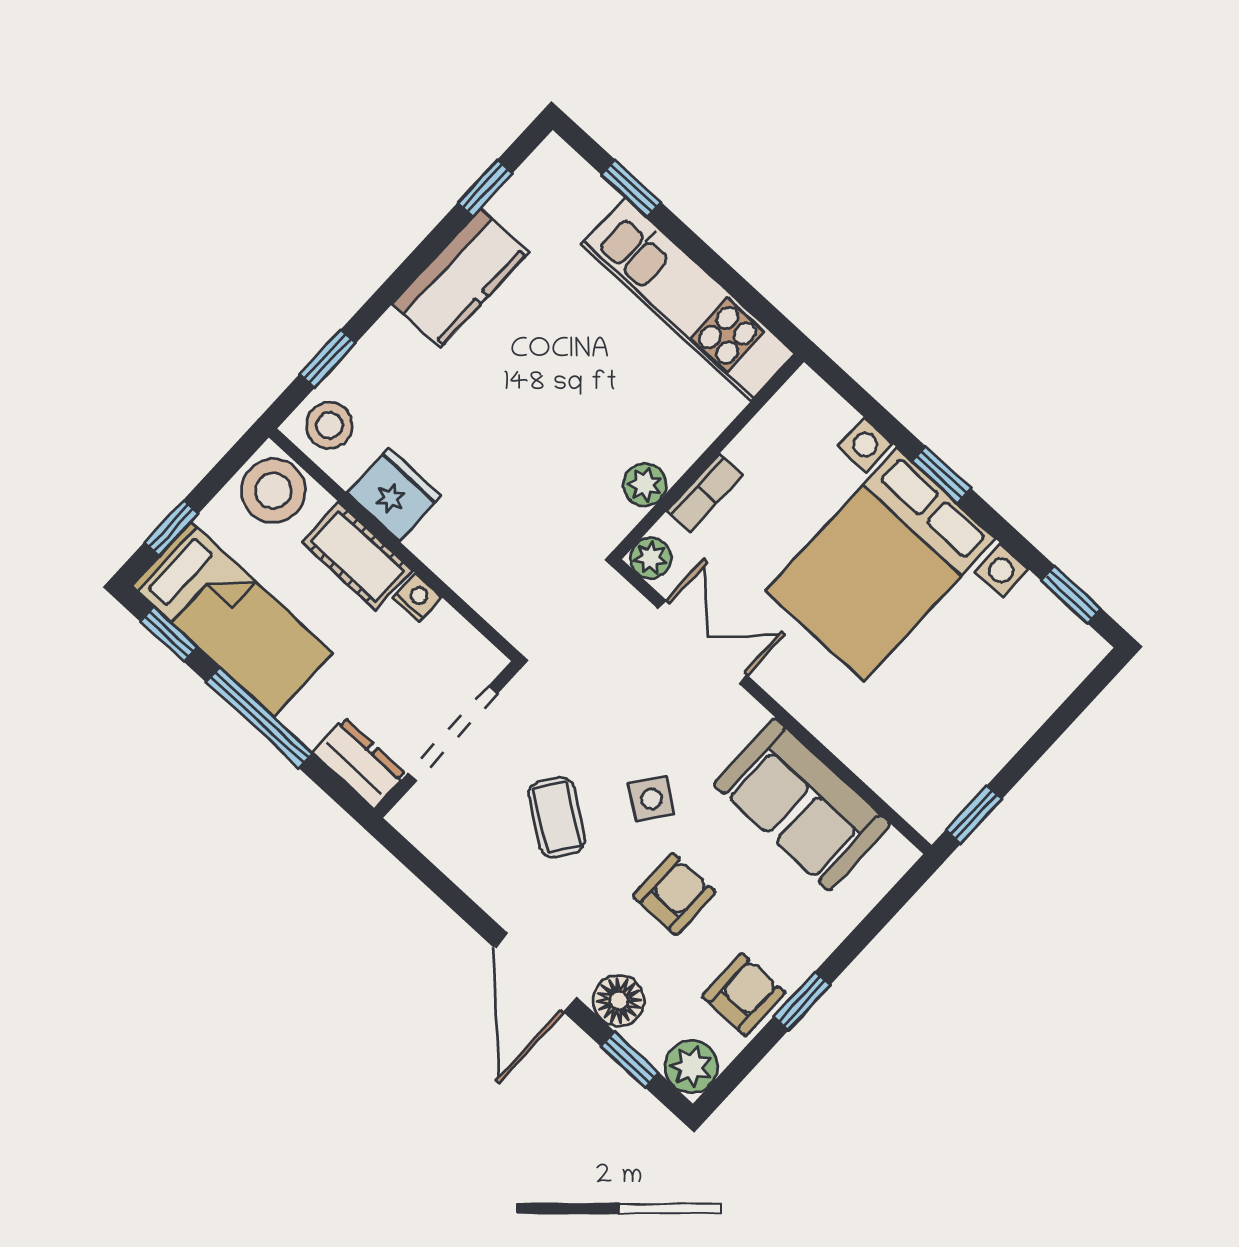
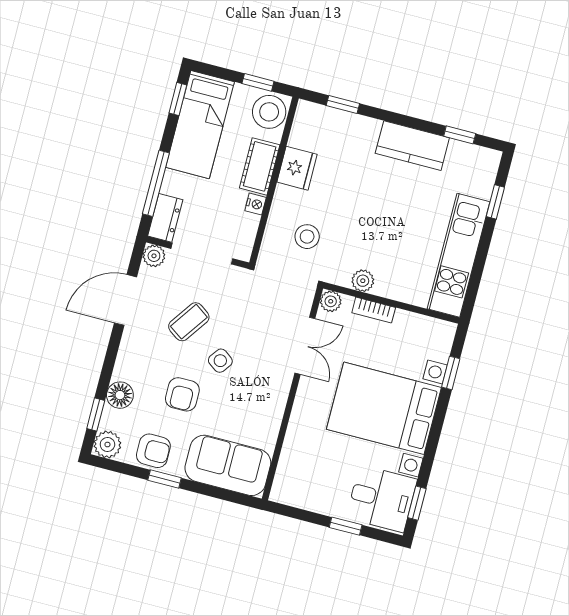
stool: (329, 425) -> (307, 237), moved
window: (941, 475) -> (451, 373), moved
window: (171, 528) -> (258, 82), moved
desk: (1032, 650) -> (382, 499), added
window: (259, 718) -> (156, 183), moved
sofa: (802, 804) -> (228, 465), moved, turned 90
window: (973, 815) -> (346, 526), moved
plant: (413, 817) -> (154, 256), added
armchair: (674, 894) -> (182, 394), turned 90
door: (536, 973) -> (126, 300), moved

